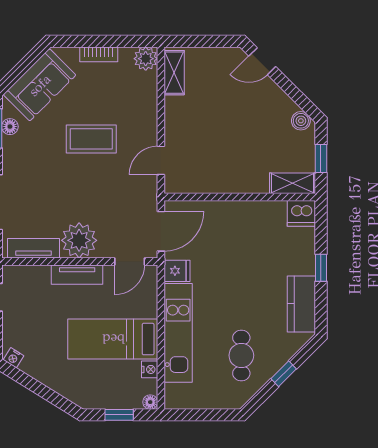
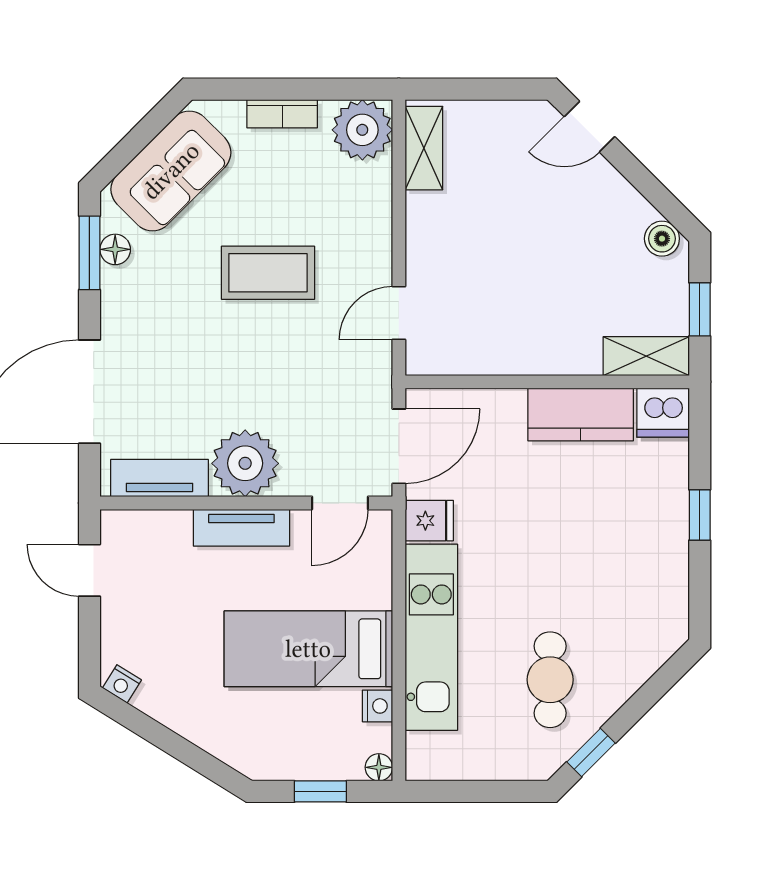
plant: (146, 59) -> (362, 130), width x1.36, depth x1.36
kitchen counter: (301, 304) -> (581, 414), moved, turned -90
window: (284, 374) -> (591, 752), moved

